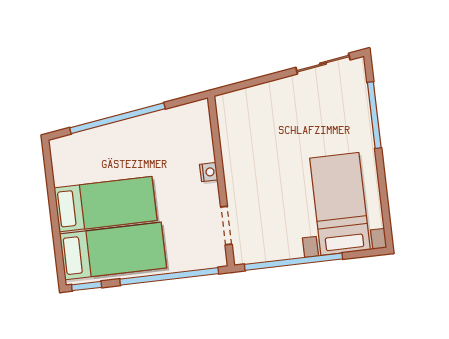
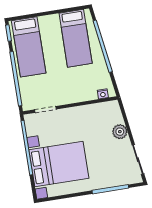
plant: (272, 94) -> (120, 132), added
nightstand: (209, 172) -> (103, 94), moved
bed: (106, 204) -> (76, 38), moved
bed with nightstands: (340, 204) -> (59, 164), width x1.36

